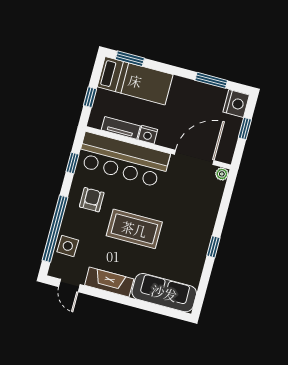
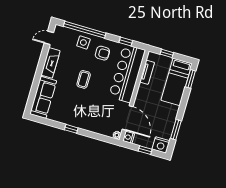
nightstand: (148, 135) -> (129, 137), moved
coffee table: (134, 229) -> (84, 79), width x0.54, depth x0.58
side table: (68, 246) -> (83, 42), moved

